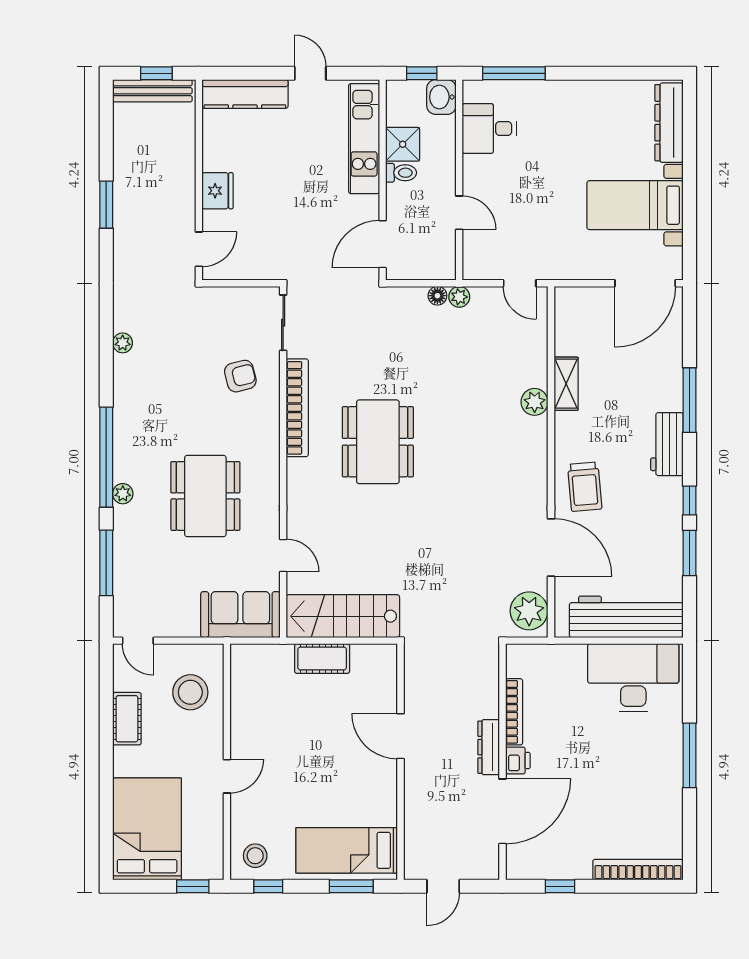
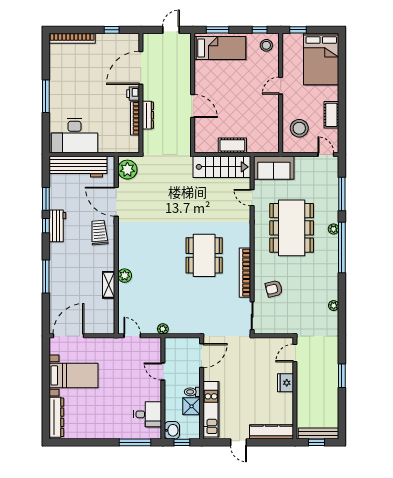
floor lamp: (437, 296) -> (174, 329), removed
workbench: (667, 444) -> (57, 226), moved
dining table: (205, 496) -> (292, 228), width x1.36, depth x1.24
dresser: (489, 747) -> (148, 115), moved

